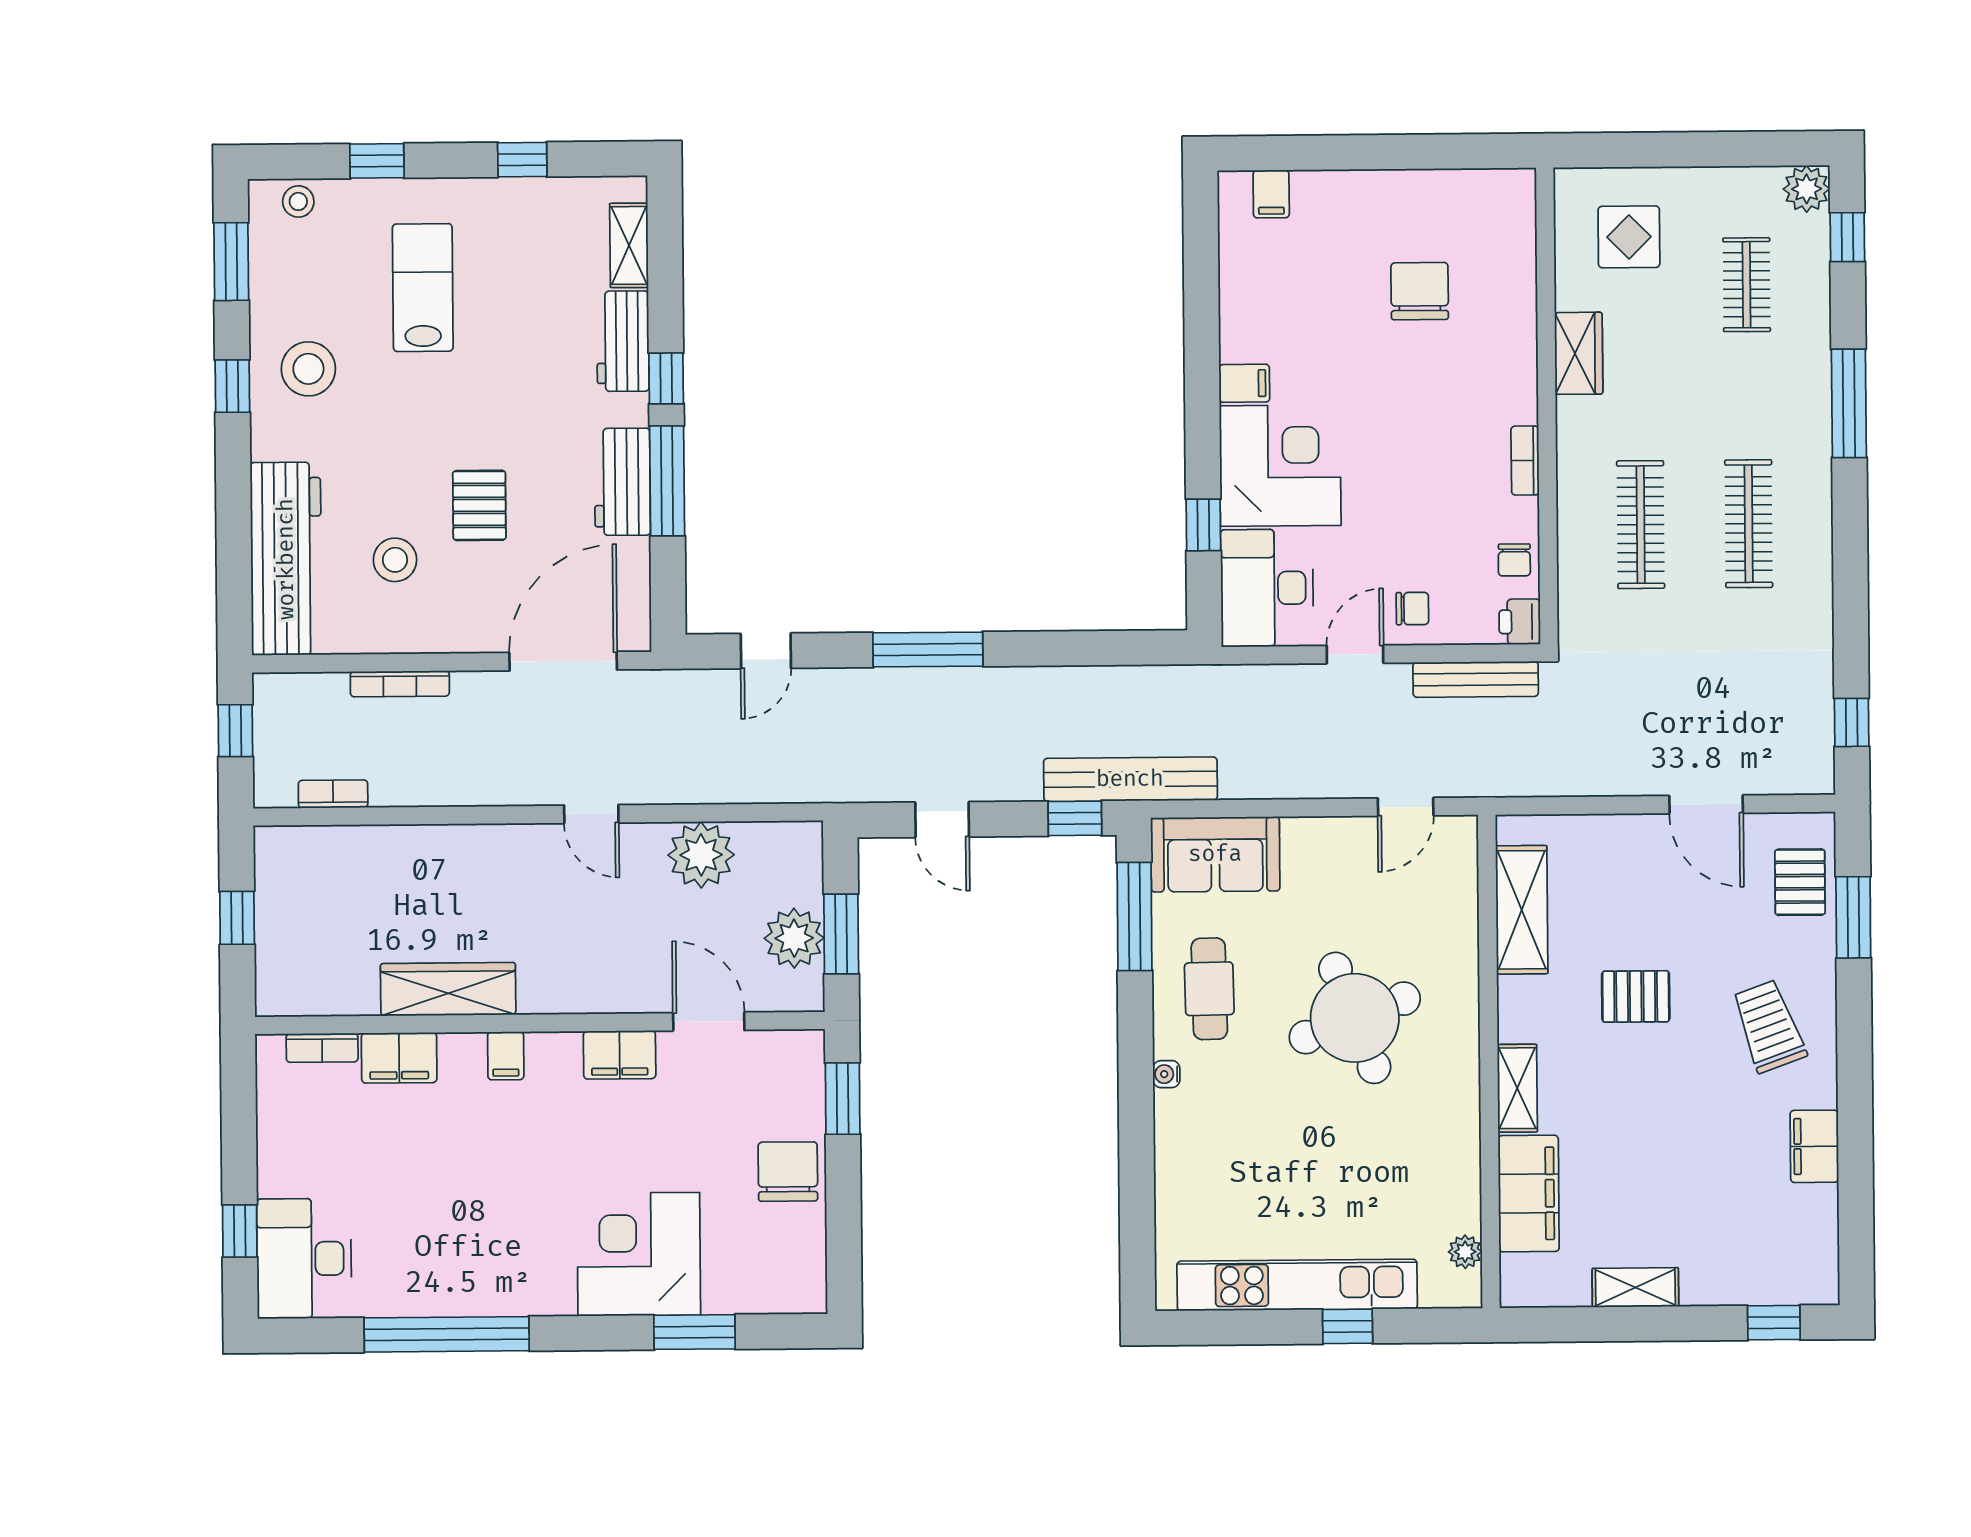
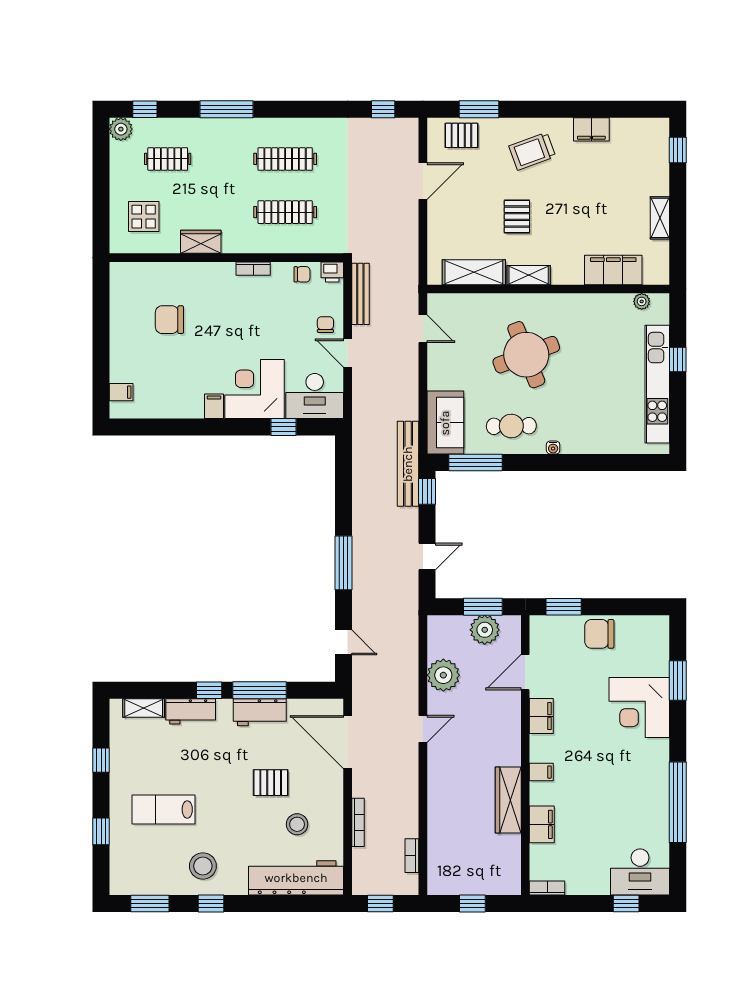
stool: (298, 201) -> (121, 870), removed
bookcase: (322, 1048) -> (547, 888), moved, turned -90
shelving: (1517, 1088) -> (529, 275), moved

